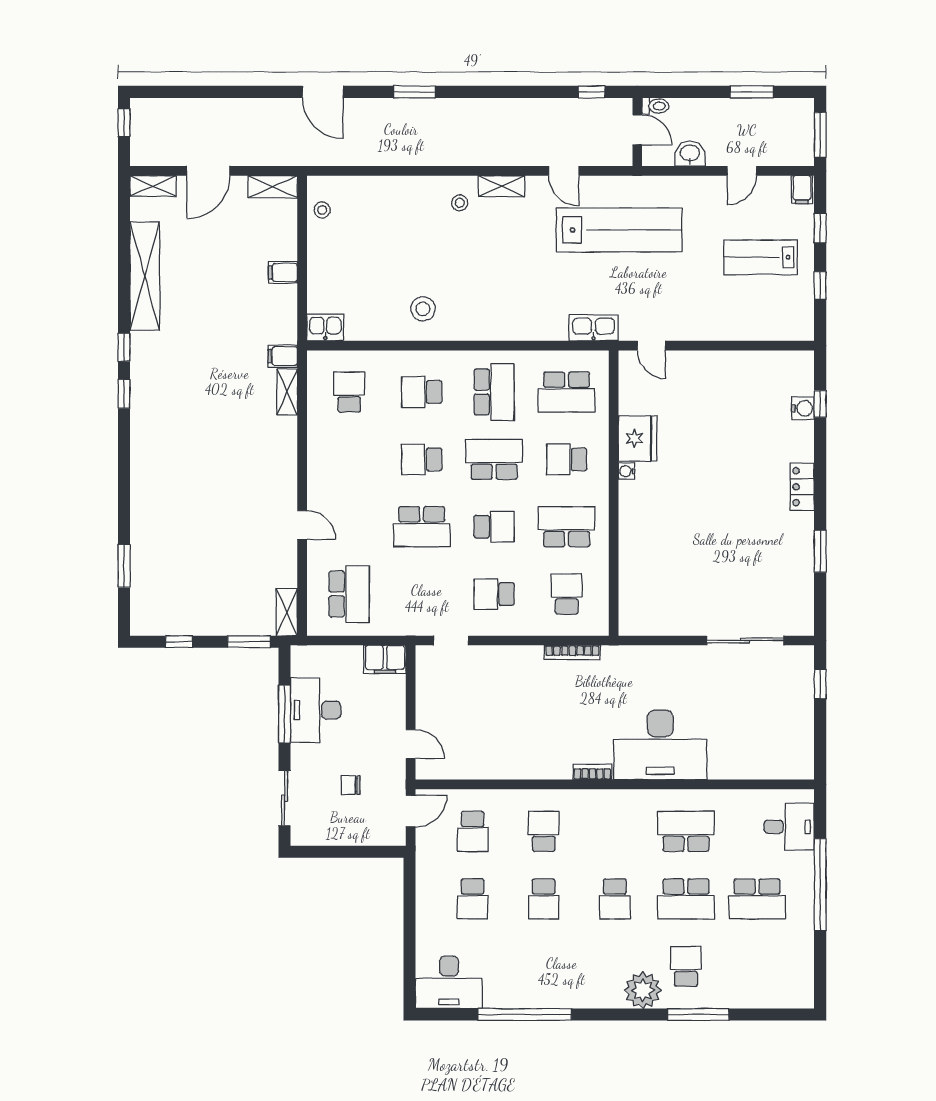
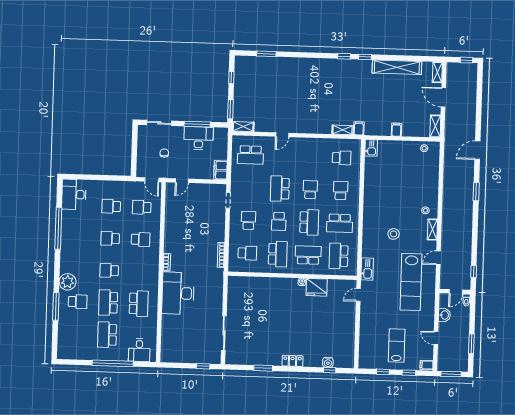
stool: (423, 309) -> (394, 234), moved
school desk: (567, 459) -> (308, 255), width x1.85

